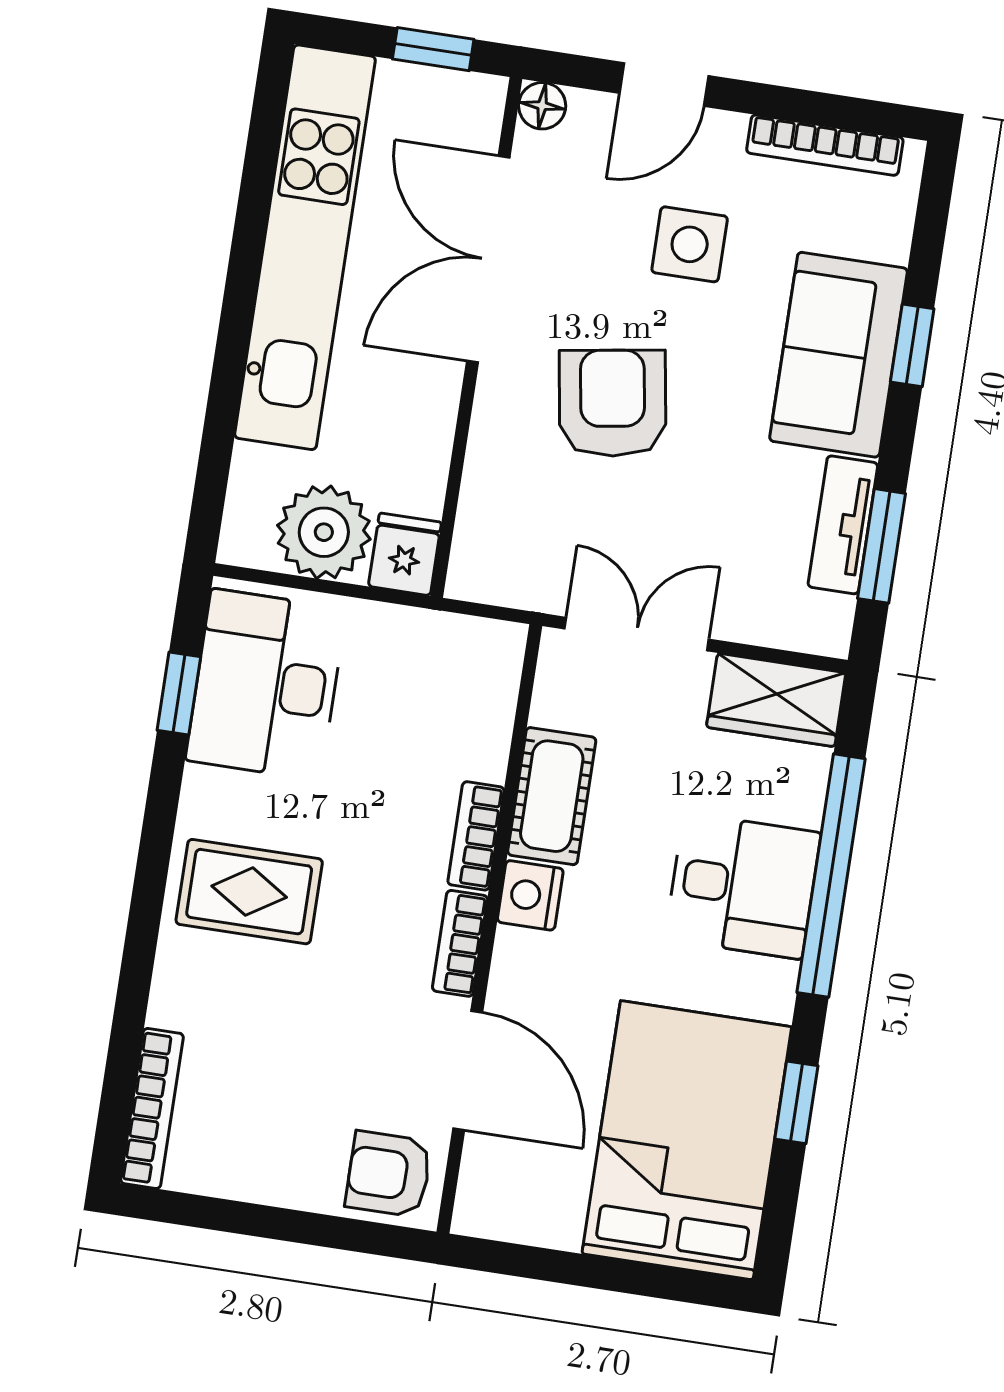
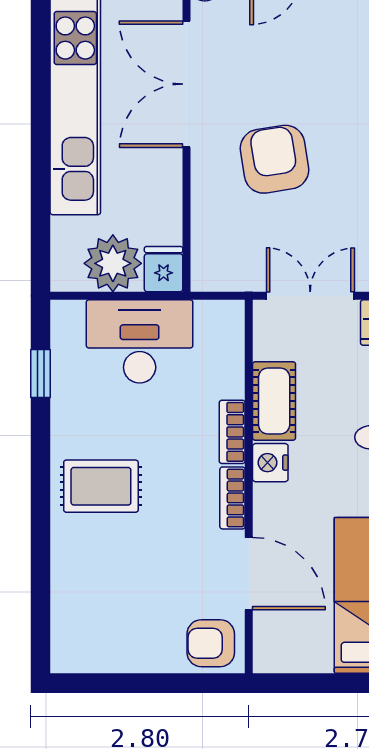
side table: (690, 244) -> (306, 57), removed
desk: (266, 684) -> (140, 341), moved, turned 90
bookcase: (152, 1108) -> (62, 626), removed

